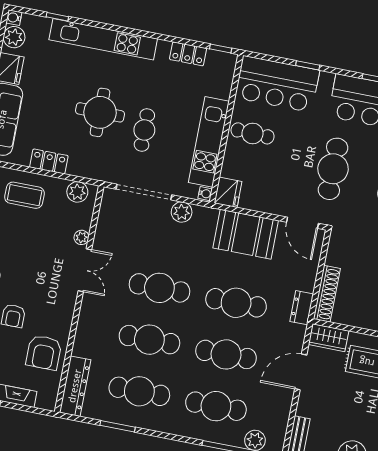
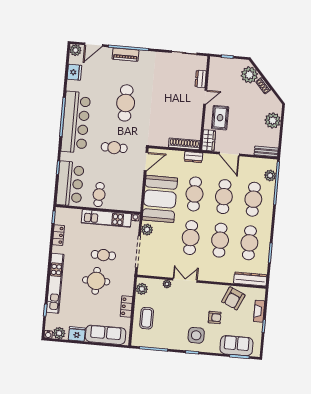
cafe table: (333, 169) -> (114, 148), width x0.73, depth x0.74
fridge: (228, 192) -> (133, 205), removed
booth: (246, 234) -> (160, 199), width x1.36, depth x1.42
armchair: (44, 353) -> (233, 298), turned 114

